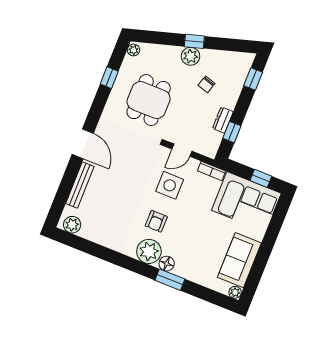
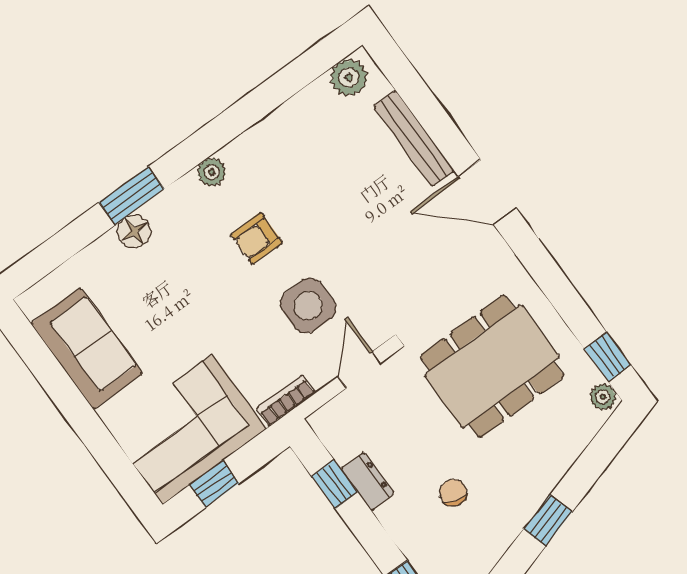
plant: (191, 56) -> (524, 496), removed
window: (109, 78) -> (607, 357), moved
dining table: (149, 100) -> (492, 366), width x1.38
armchair: (156, 221) -> (257, 238), turned -90
plant: (149, 251) -> (212, 172), width x0.53, depth x0.53
floor lamp: (167, 264) -> (134, 231), moved
plant: (235, 292) -> (32, 303), removed

